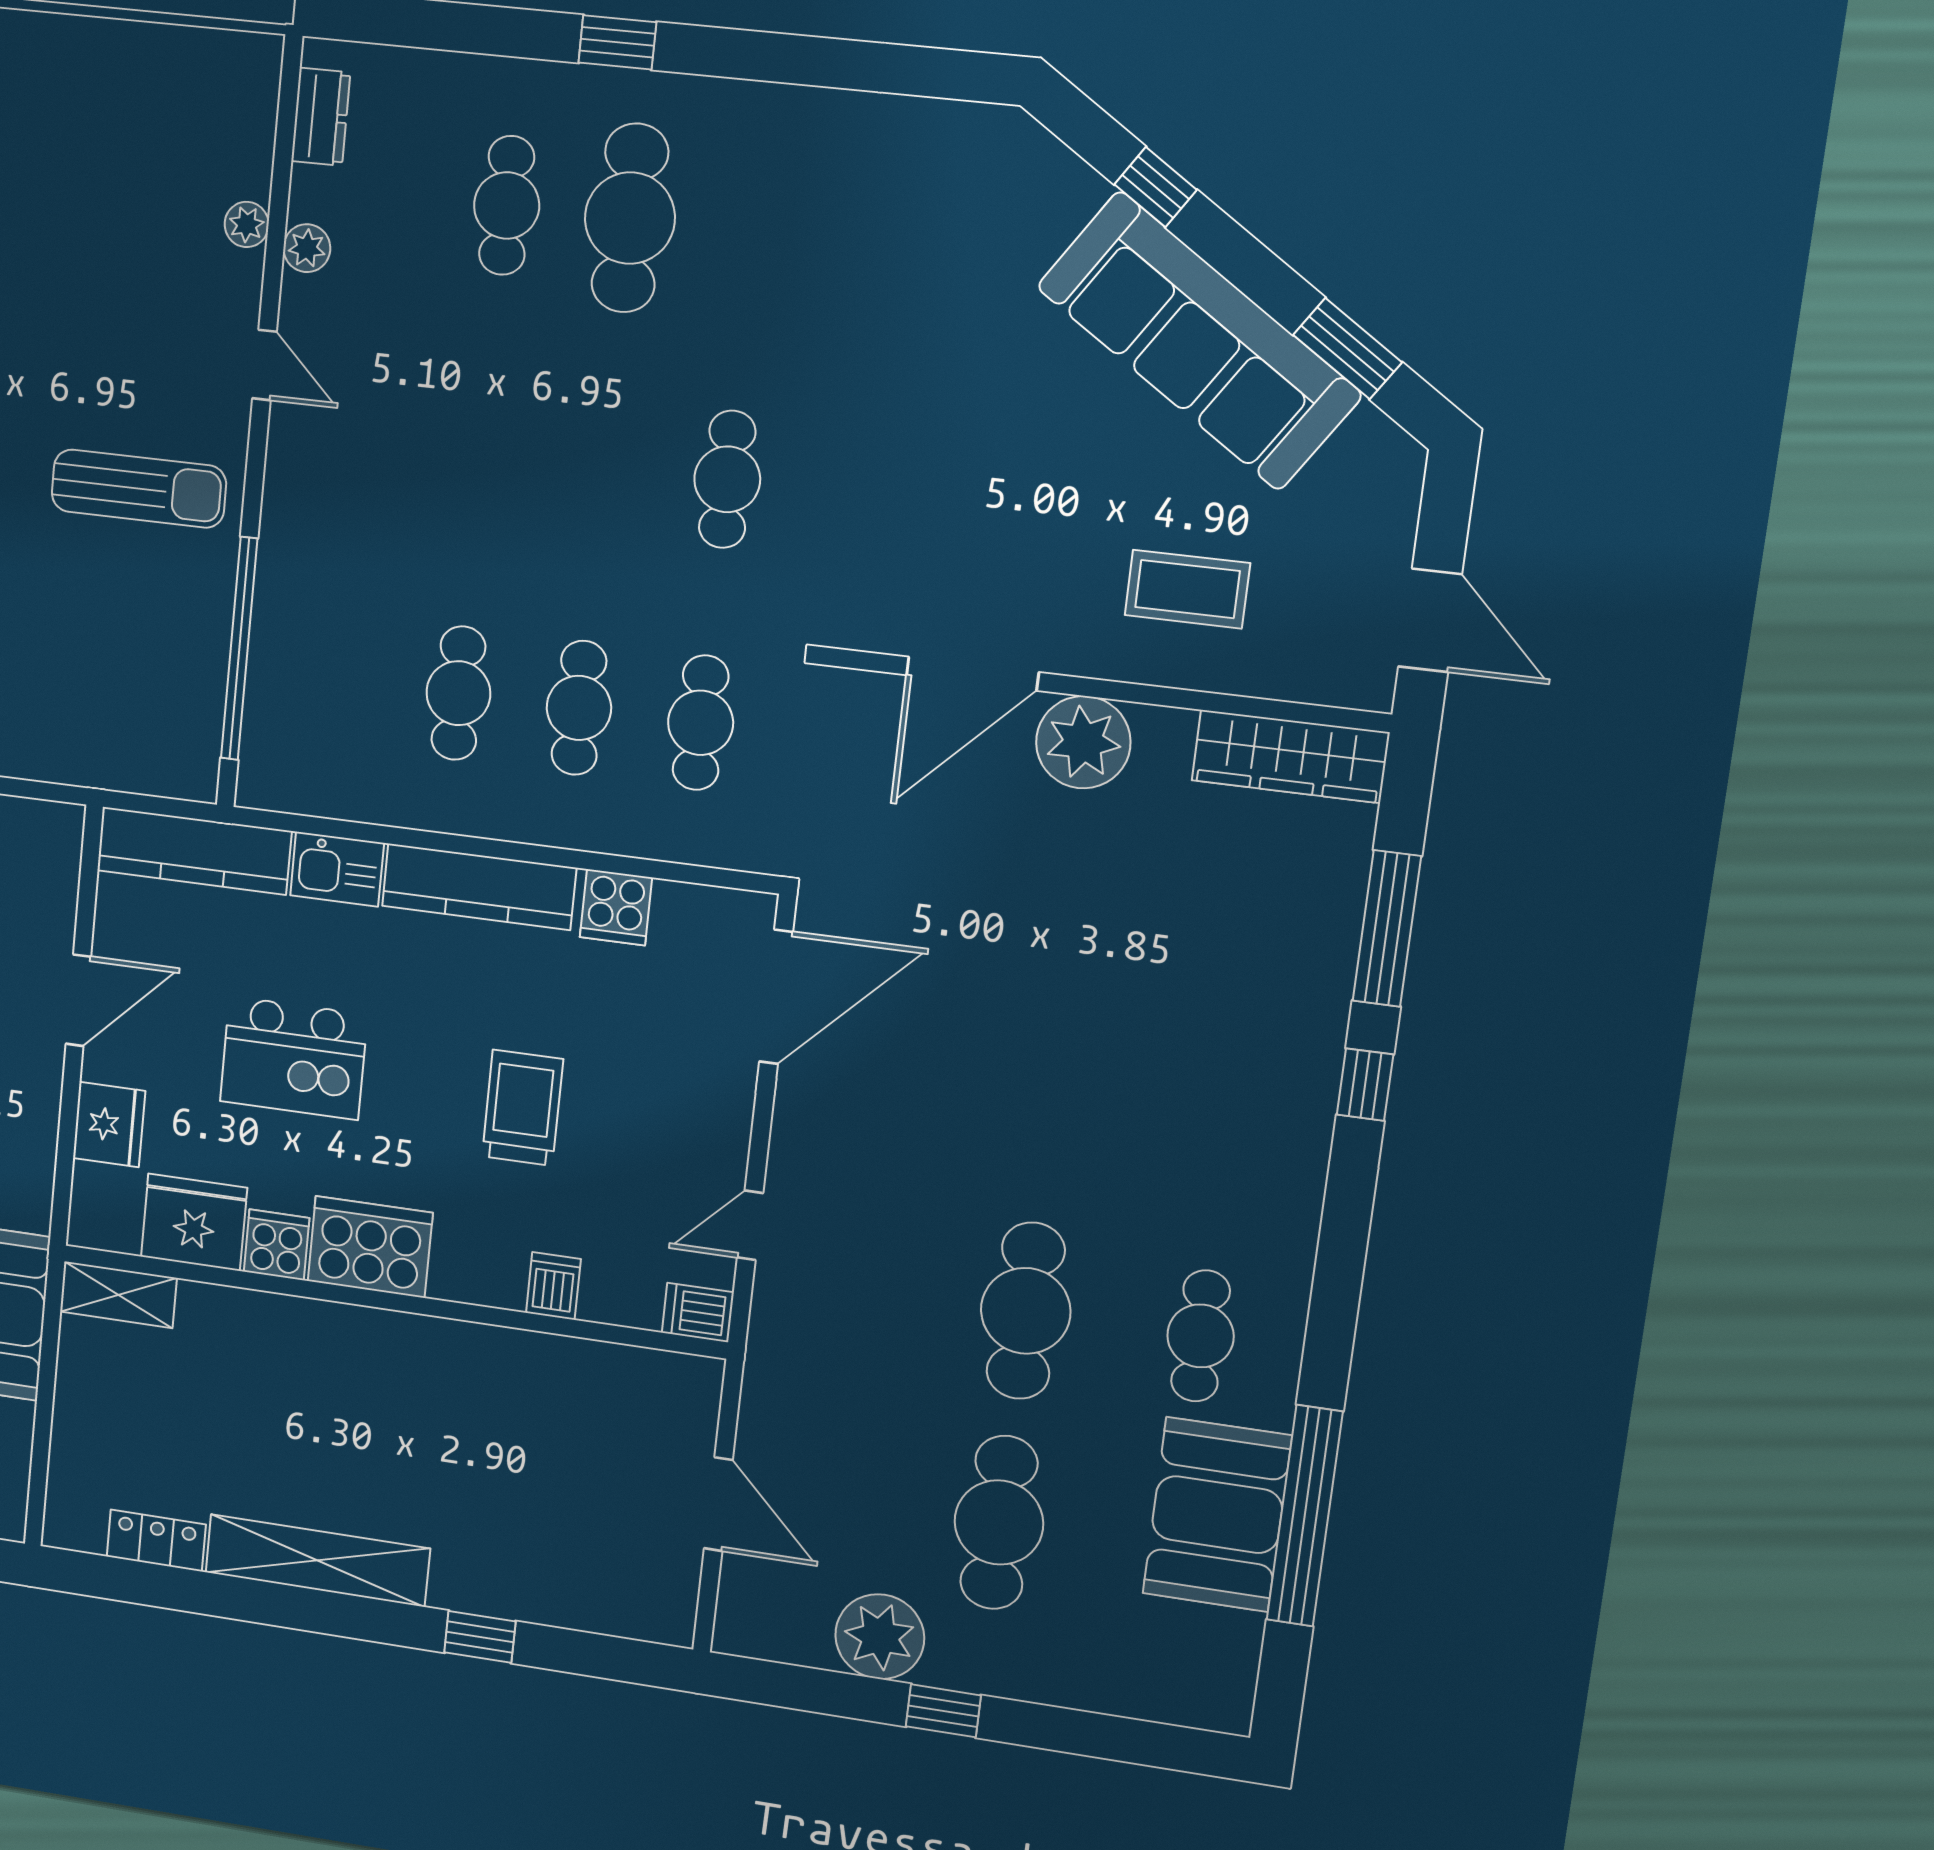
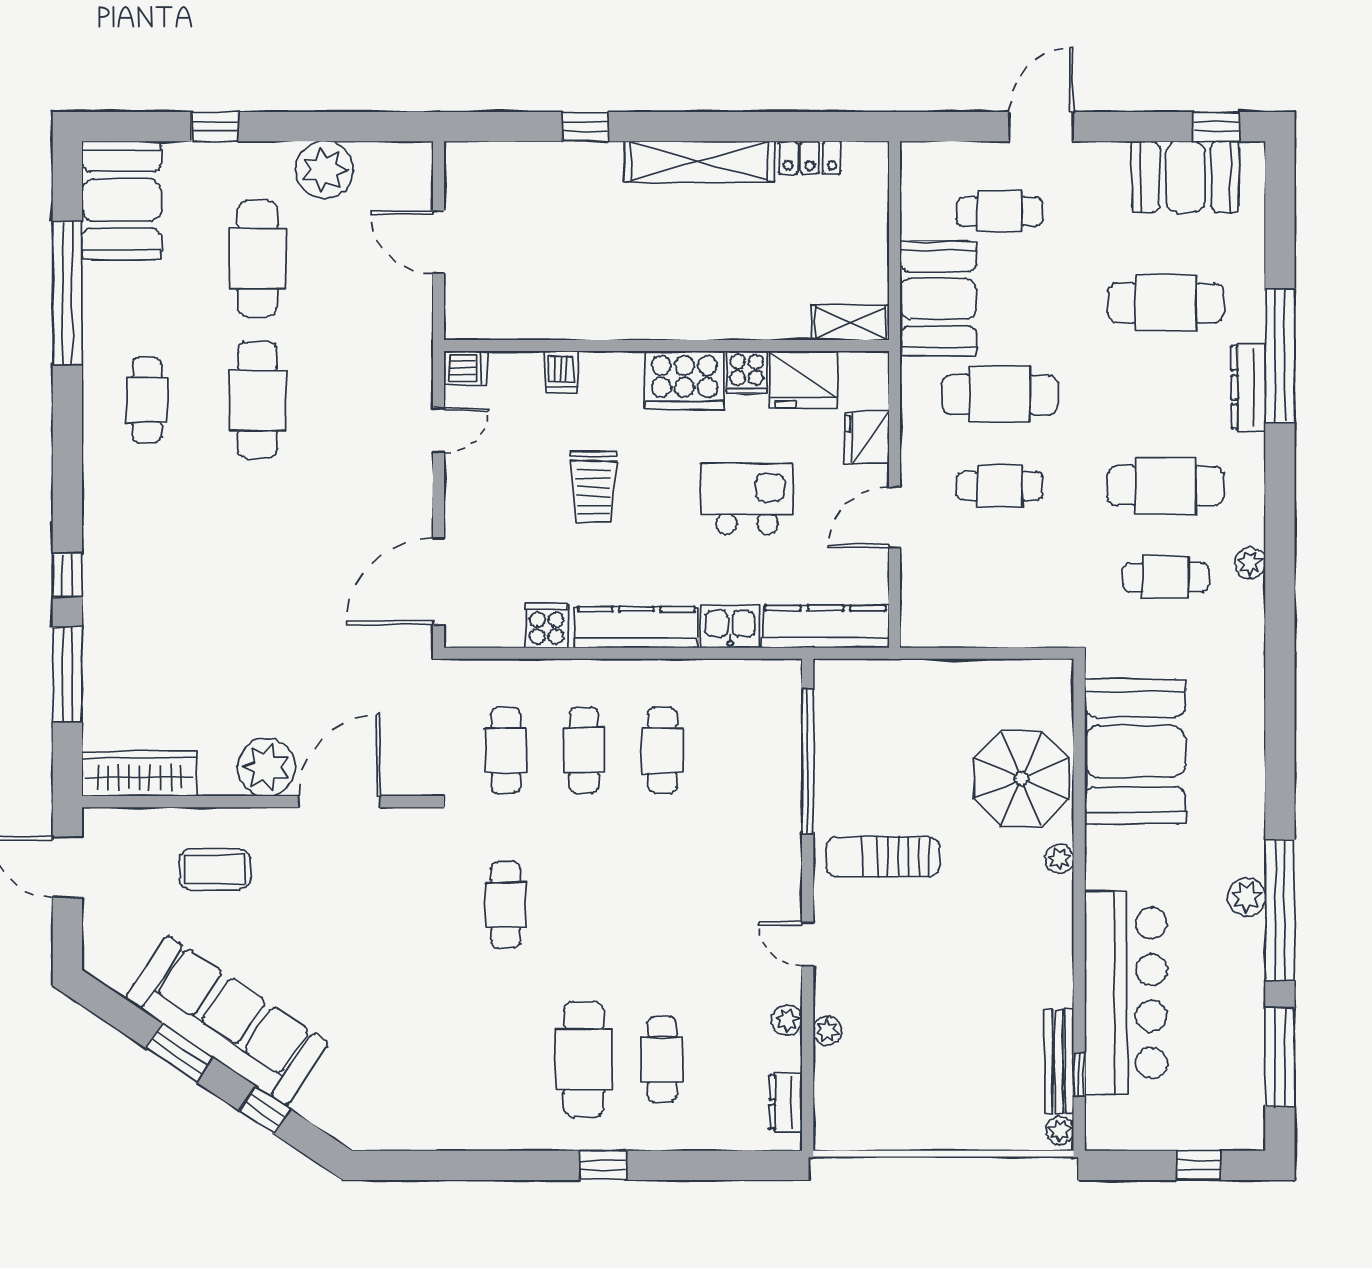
window: (1347, 349) -> (179, 1053), moved
booth: (1217, 1515) -> (122, 200), moved
window: (943, 1711) -> (215, 127), moved

